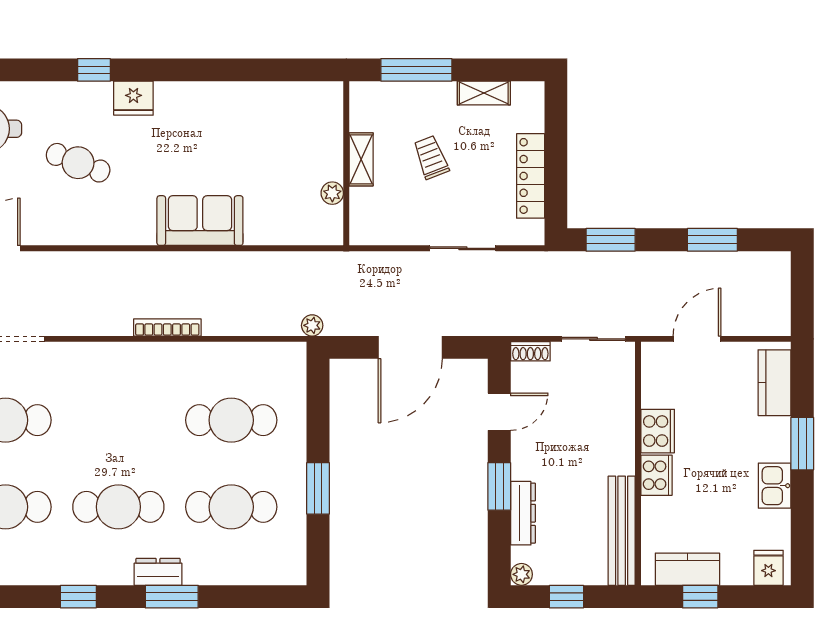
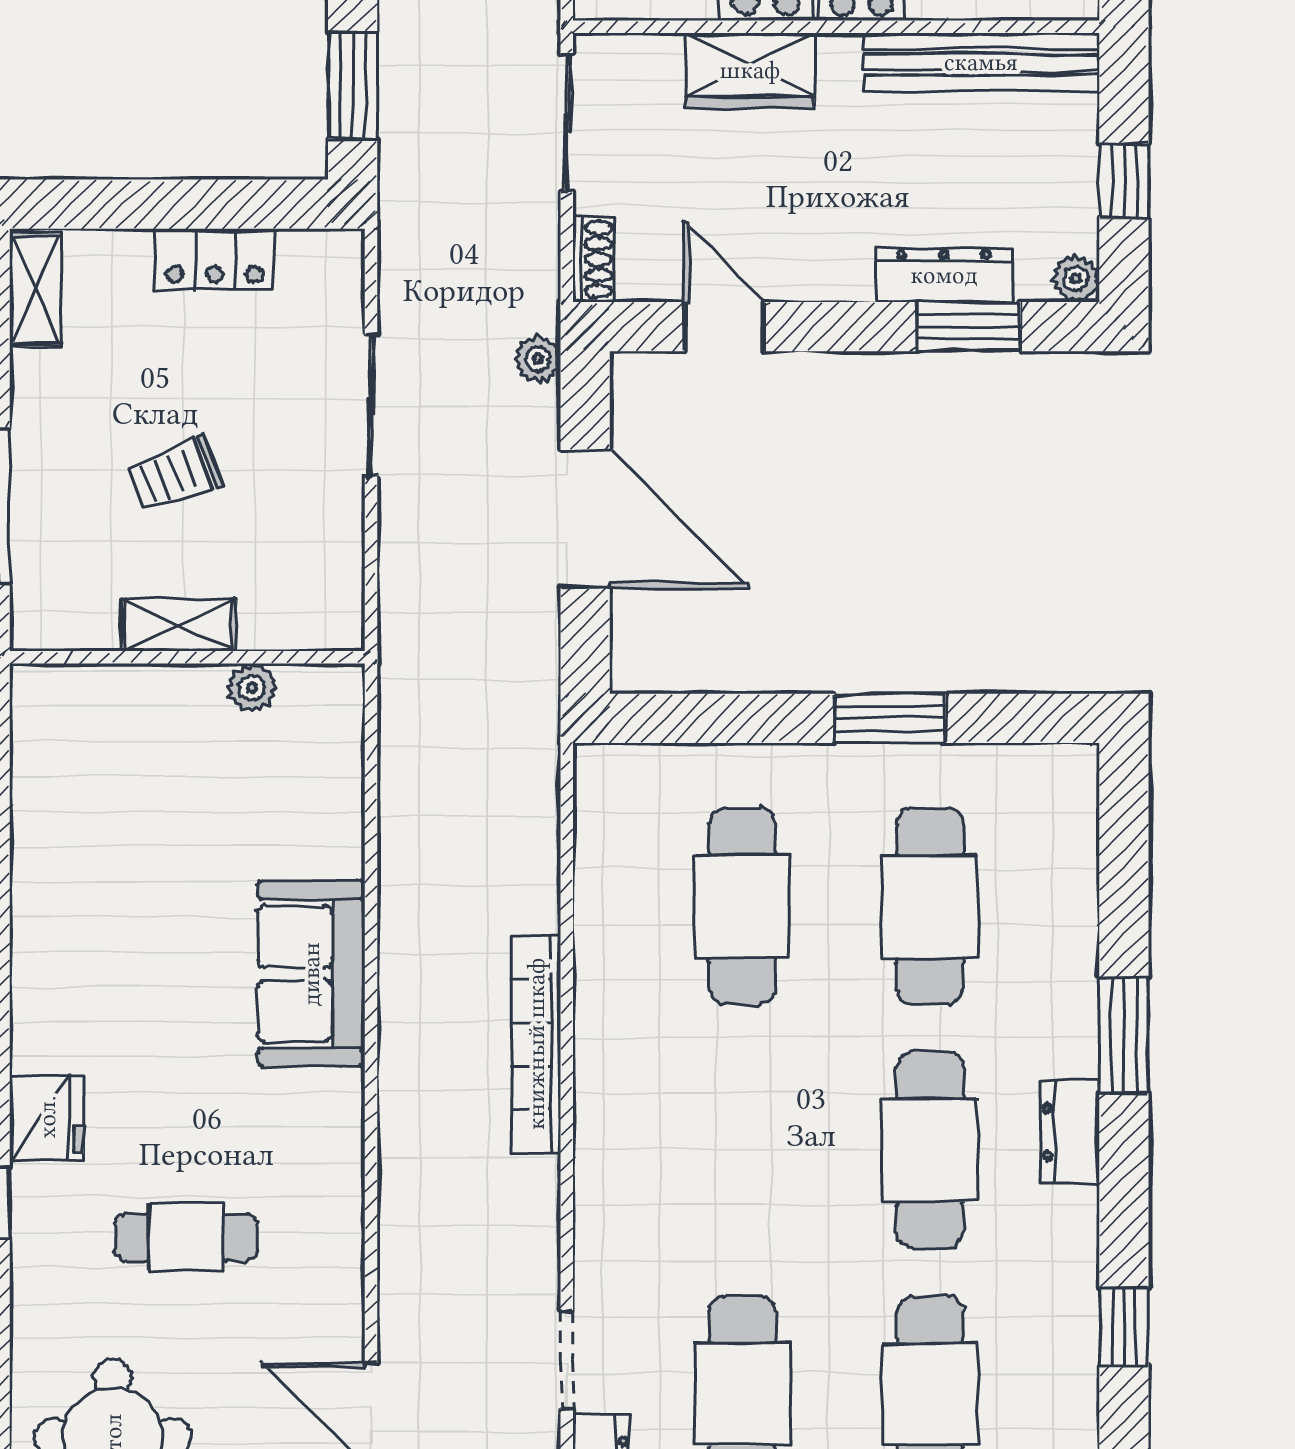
shelving: (484, 93) -> (35, 289), moved
cafe table: (78, 163) -> (186, 1237), turned 69
locker: (531, 176) -> (215, 259), width x0.66
plant: (312, 325) -> (538, 359), moved
bookcase: (167, 327) -> (536, 1044), width x1.48, depth x1.31
wardrobe: (618, 424) -> (750, 70), added
window: (499, 486) -> (969, 327), moved
dresser: (158, 572) -> (1070, 1132), moved
window: (78, 597) -> (1124, 1327), moved

